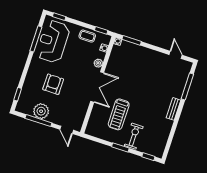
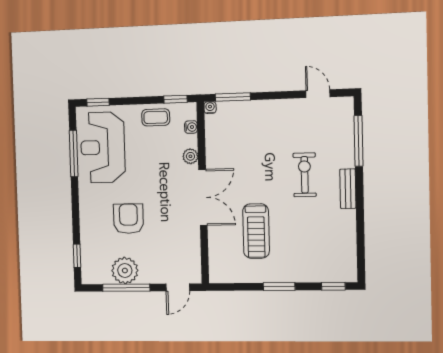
door: (67, 130) -> (178, 287), hinge flipped
exercise bike: (134, 136) -> (305, 175), moved

